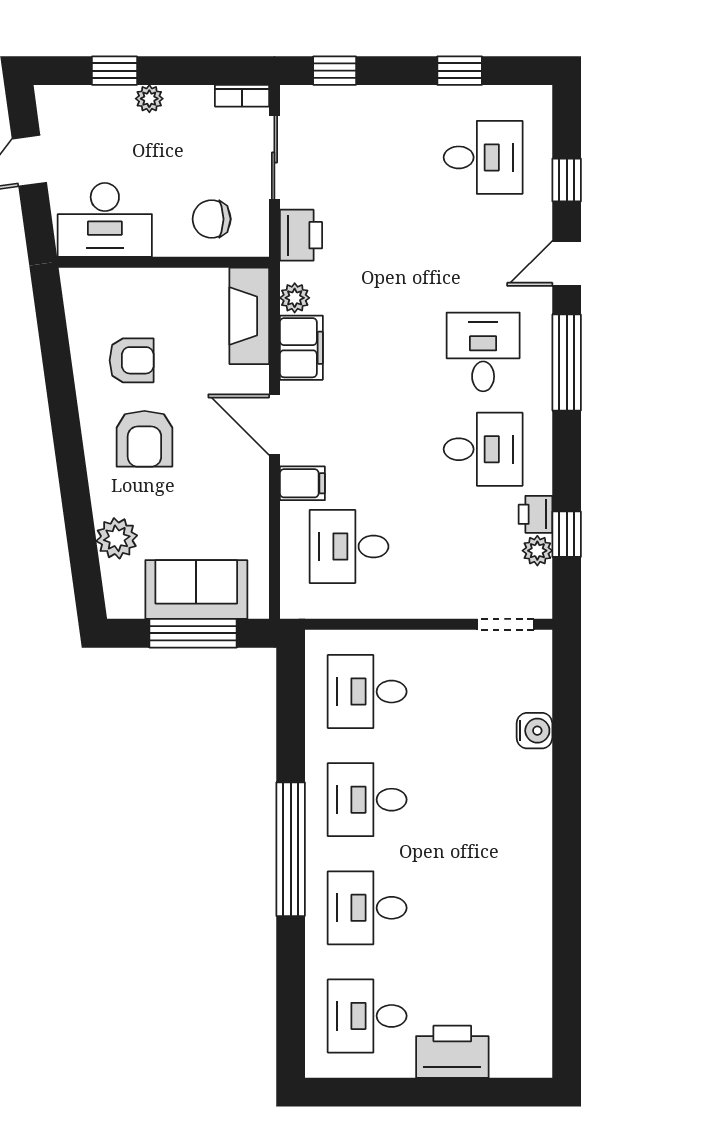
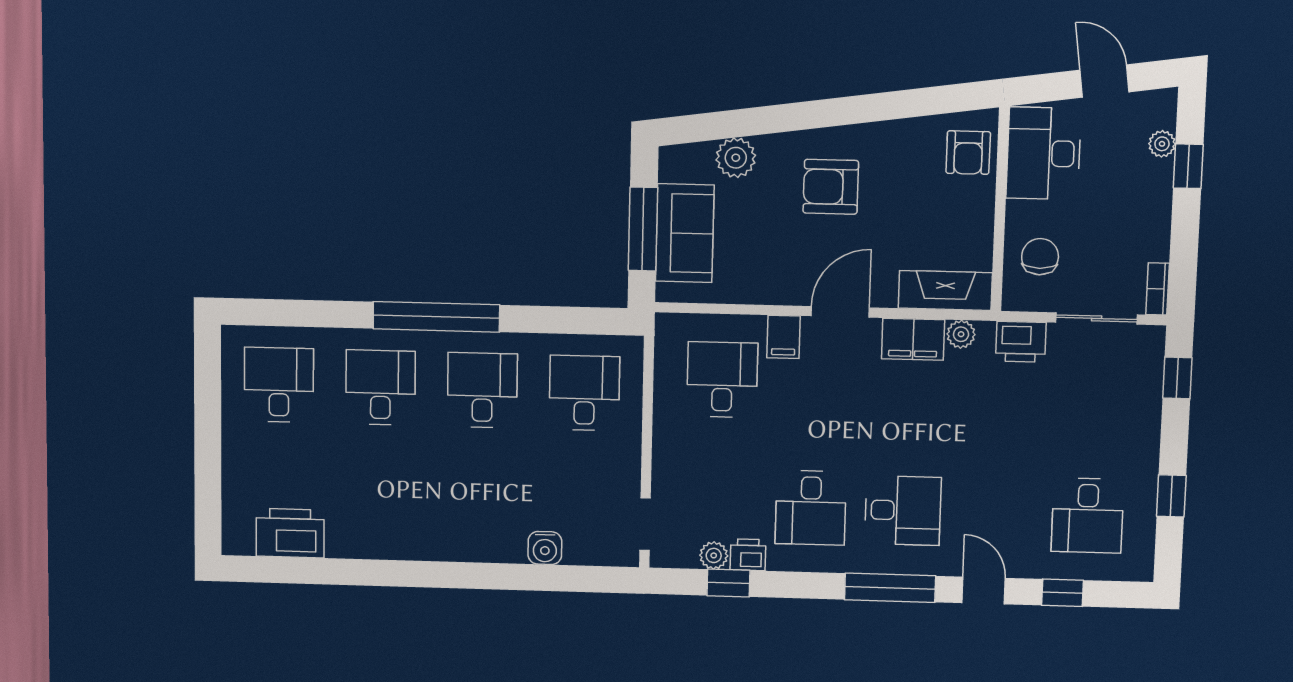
plant: (149, 99) -> (1162, 144), moved
armchair: (132, 360) -> (968, 153), moved
printer: (452, 1052) -> (290, 533), moved, turned -90

